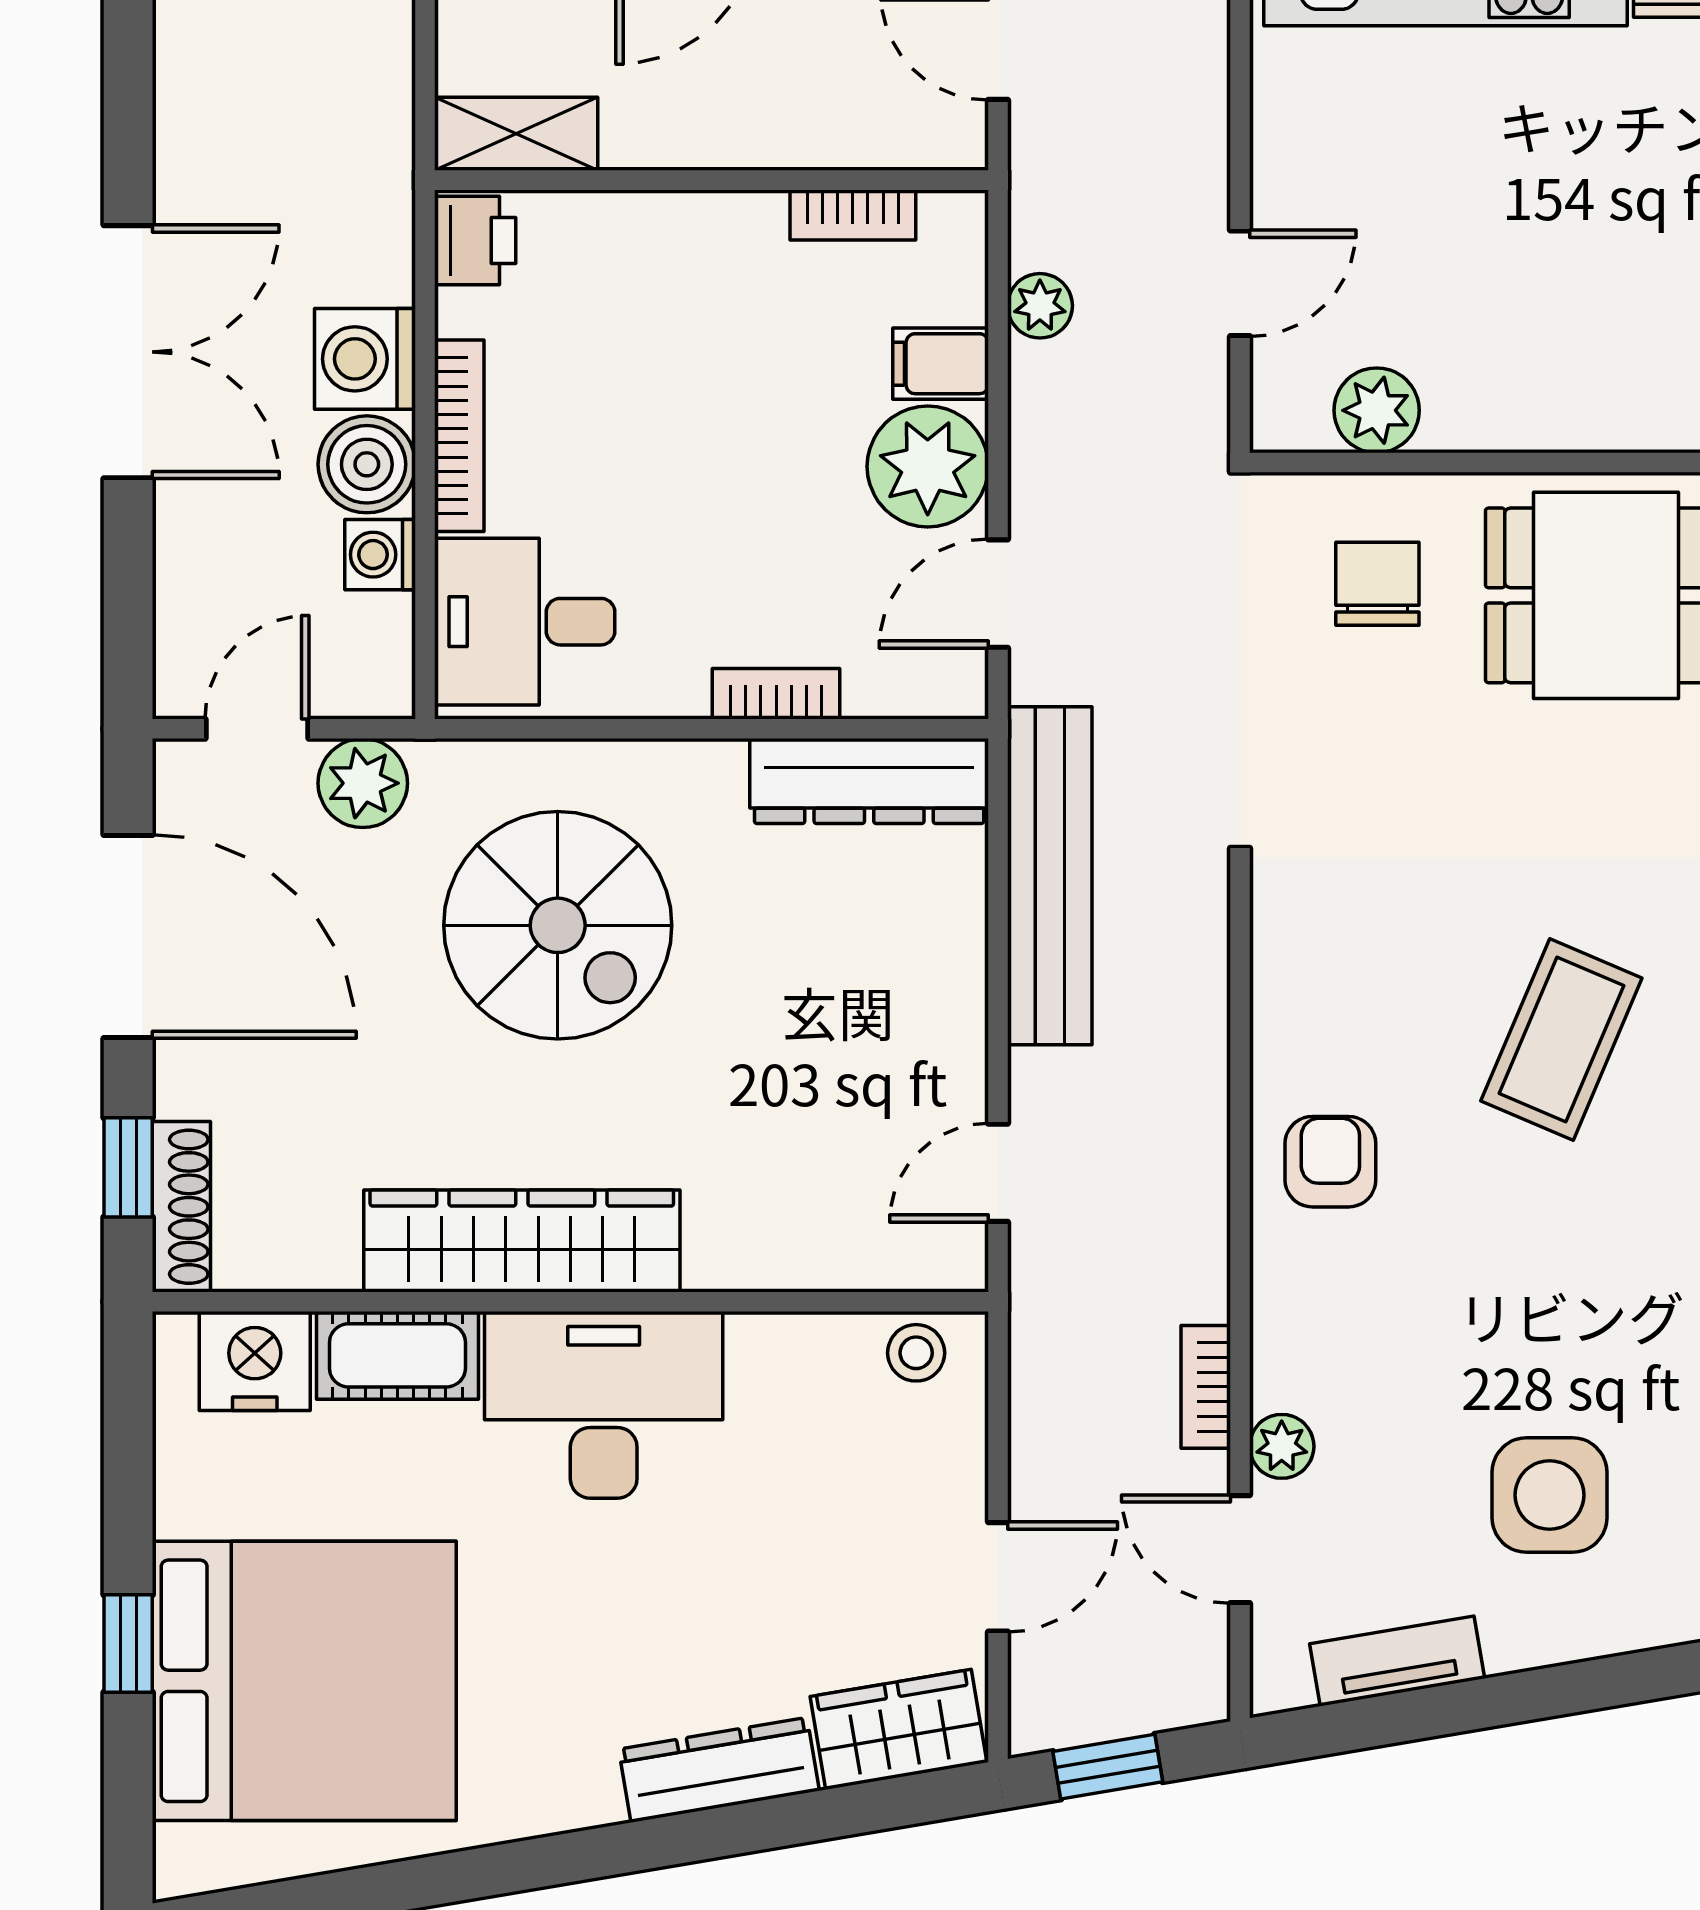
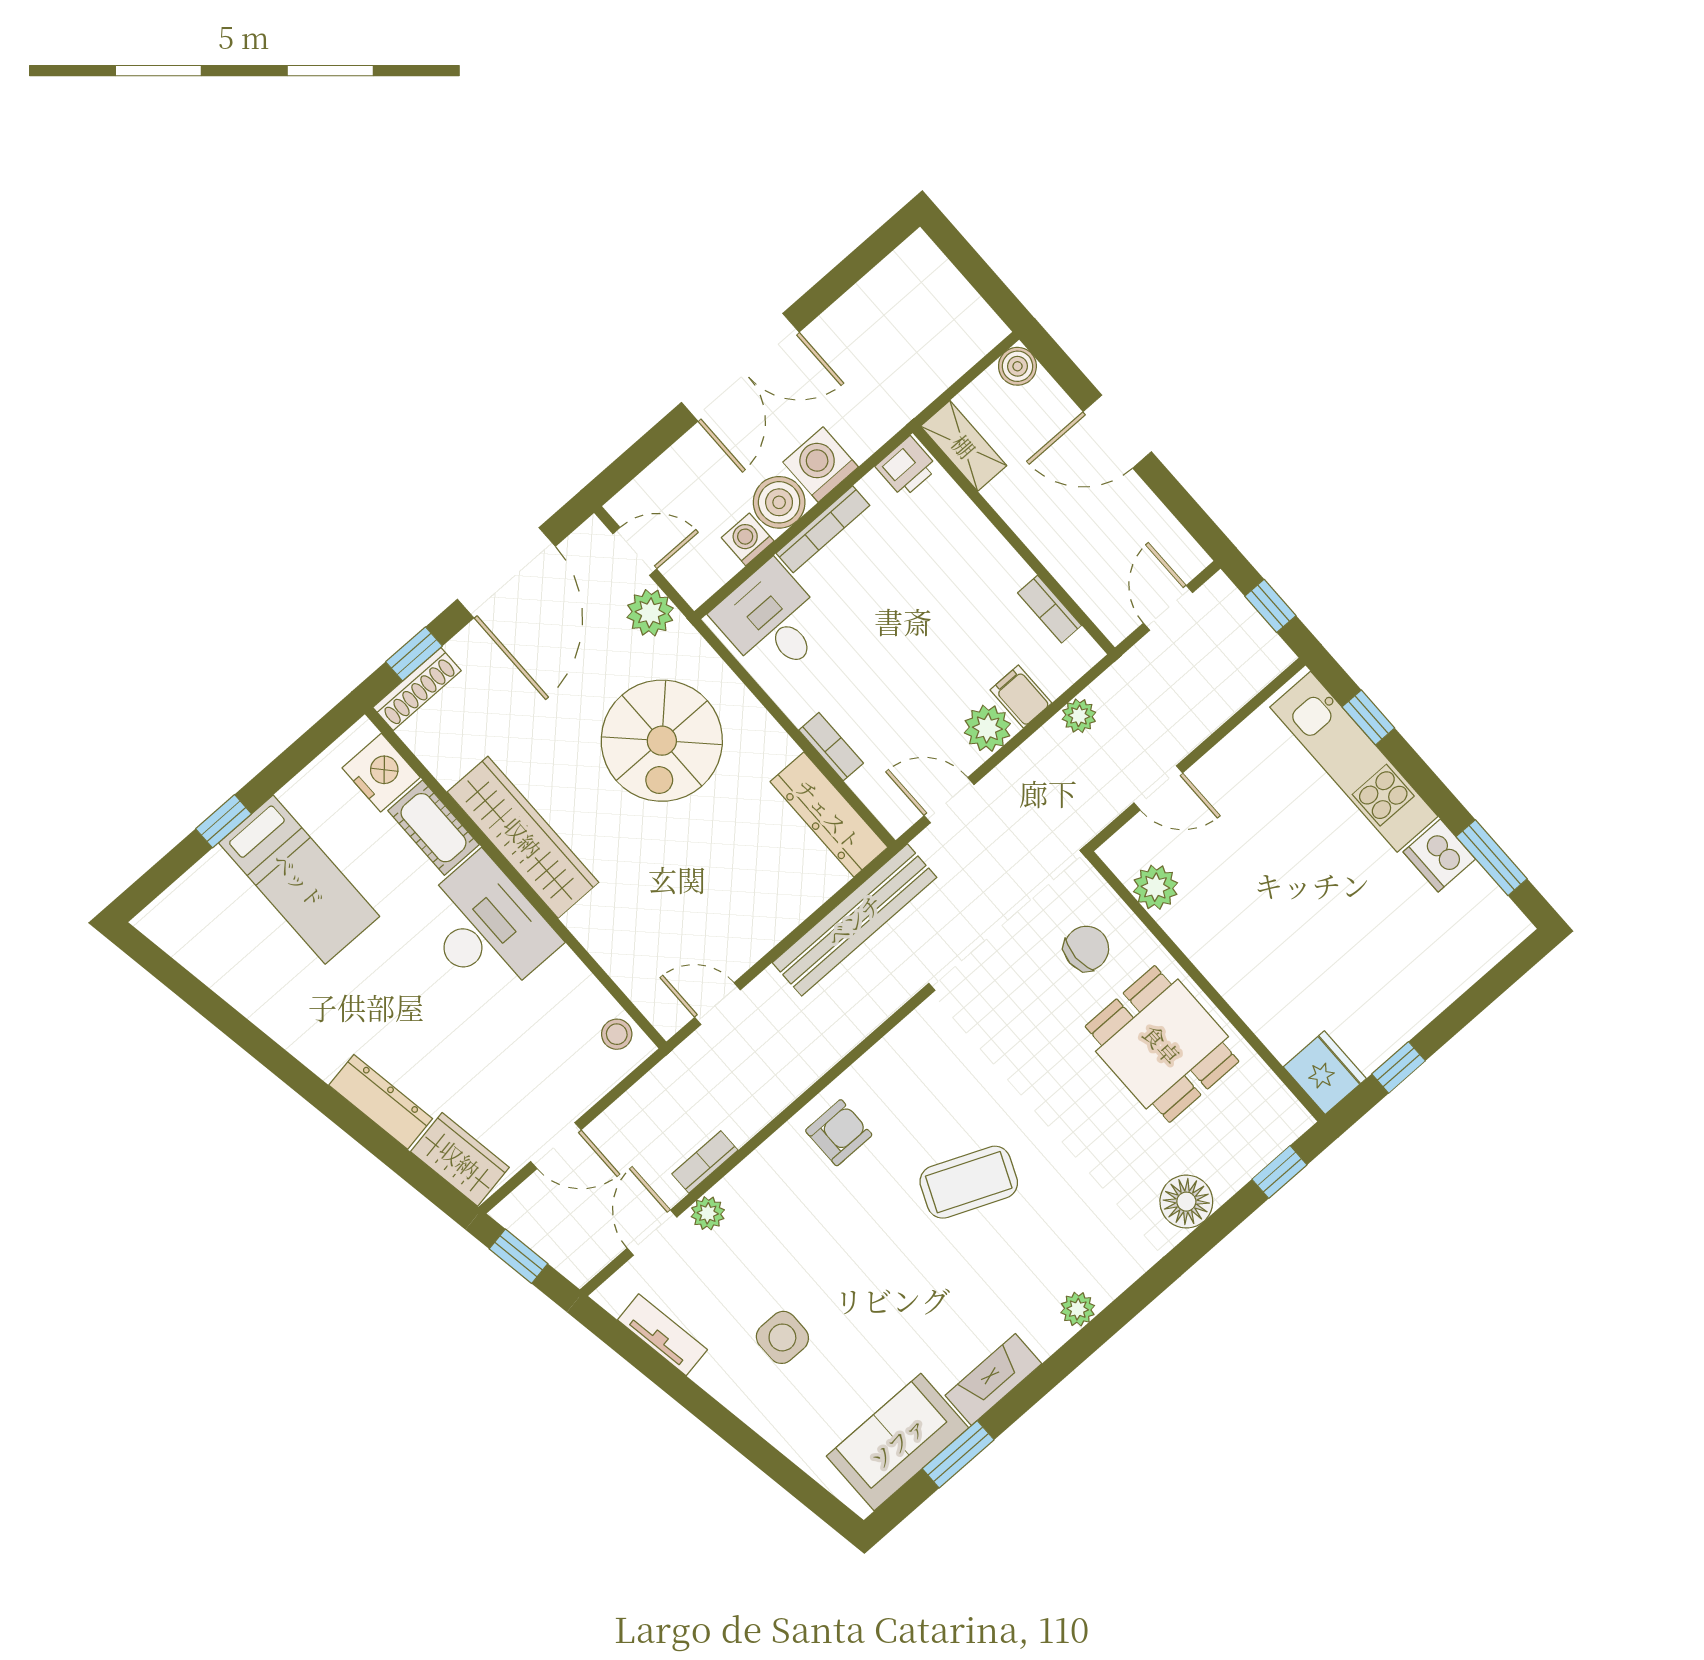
plant: (928, 466) -> (987, 728), width x0.73, depth x0.73
side table: (1549, 1495) -> (782, 1337), width x0.73, depth x0.73
bed: (304, 1681) -> (299, 880), width x0.49

